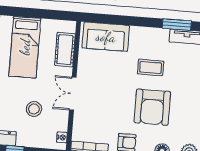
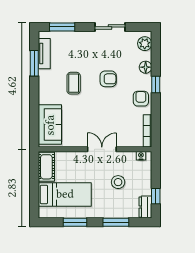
cot: (65, 50) -> (46, 167), moved, turned 90
double door: (73, 94) -> (102, 149), swing flipped
armchair: (152, 107) -> (108, 79), width x0.53, depth x0.53

